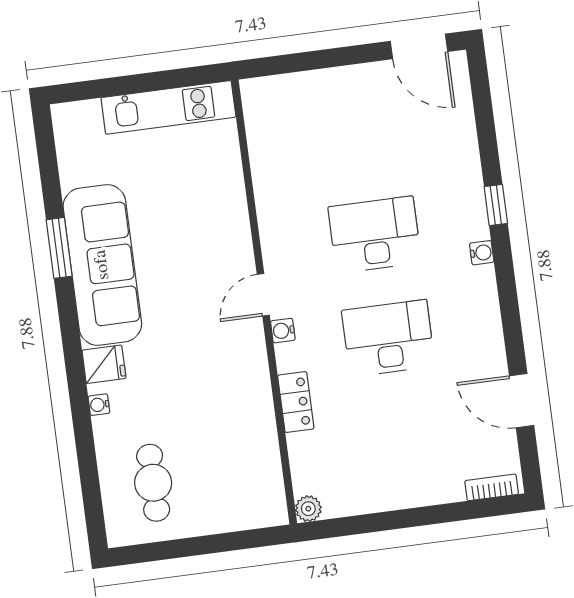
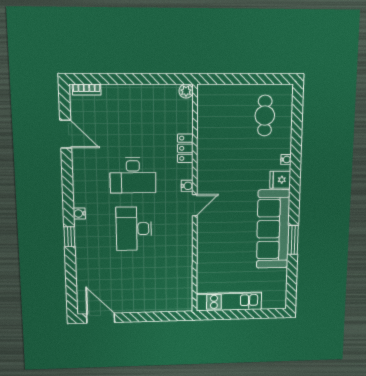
desk: (375, 235) -> (134, 229), turned 90

